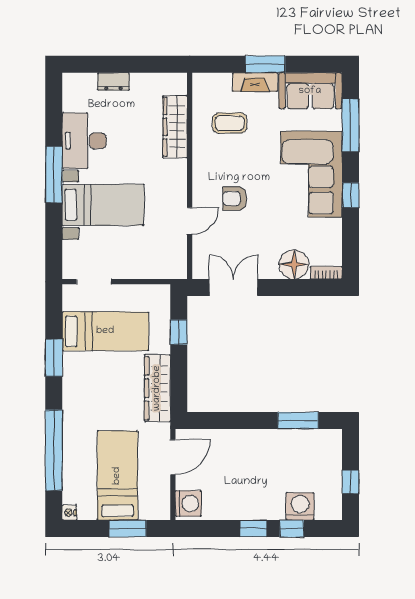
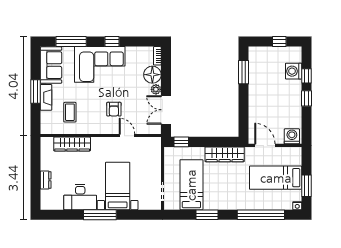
plant: (269, 271) -> (156, 89), added
window: (179, 332) -> (181, 142), moved
window: (128, 529) -> (307, 186), moved

